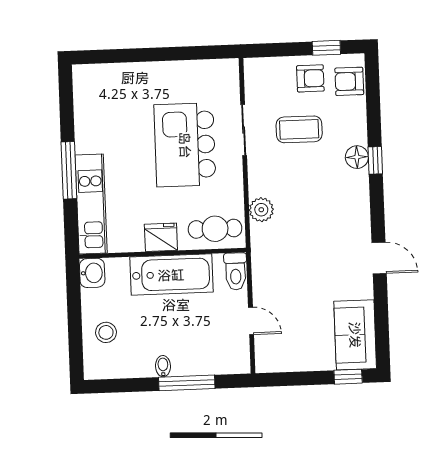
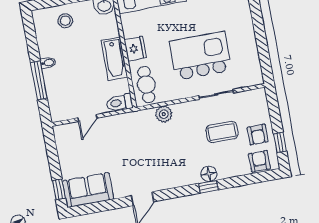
coffee table: (299, 129) -> (222, 132), turned 90
bathtub: (171, 275) -> (114, 59), width x0.73, depth x0.73

